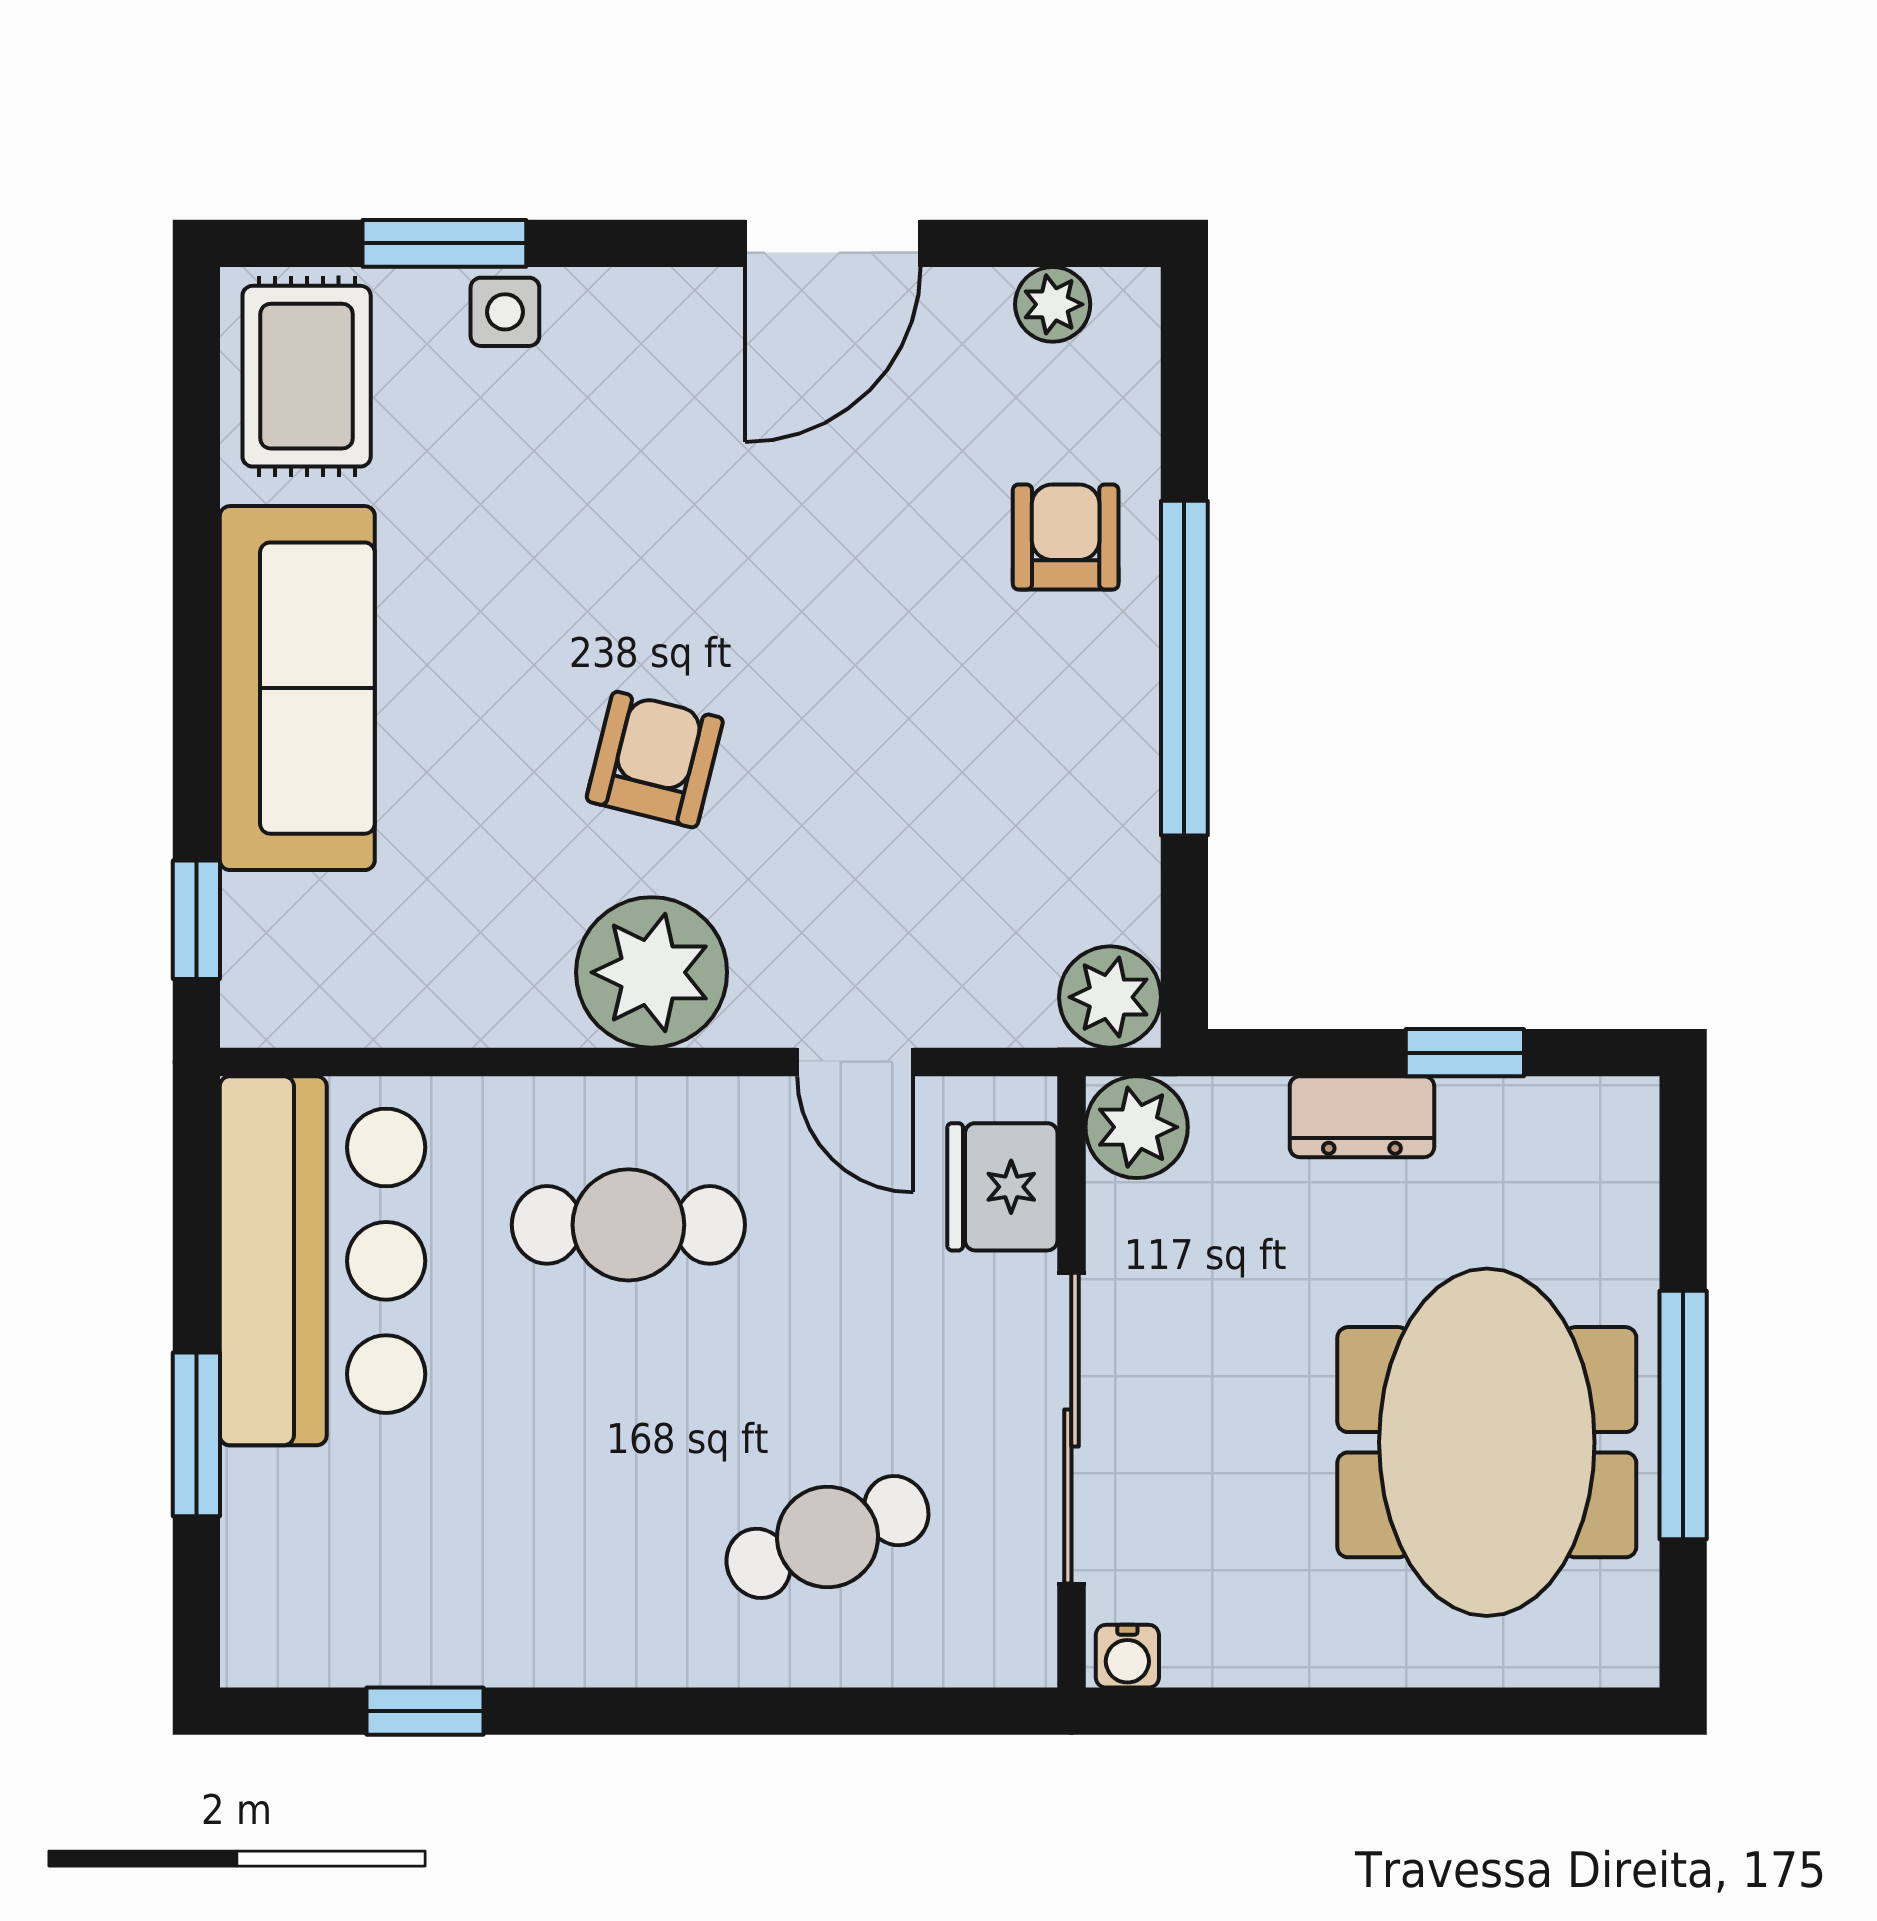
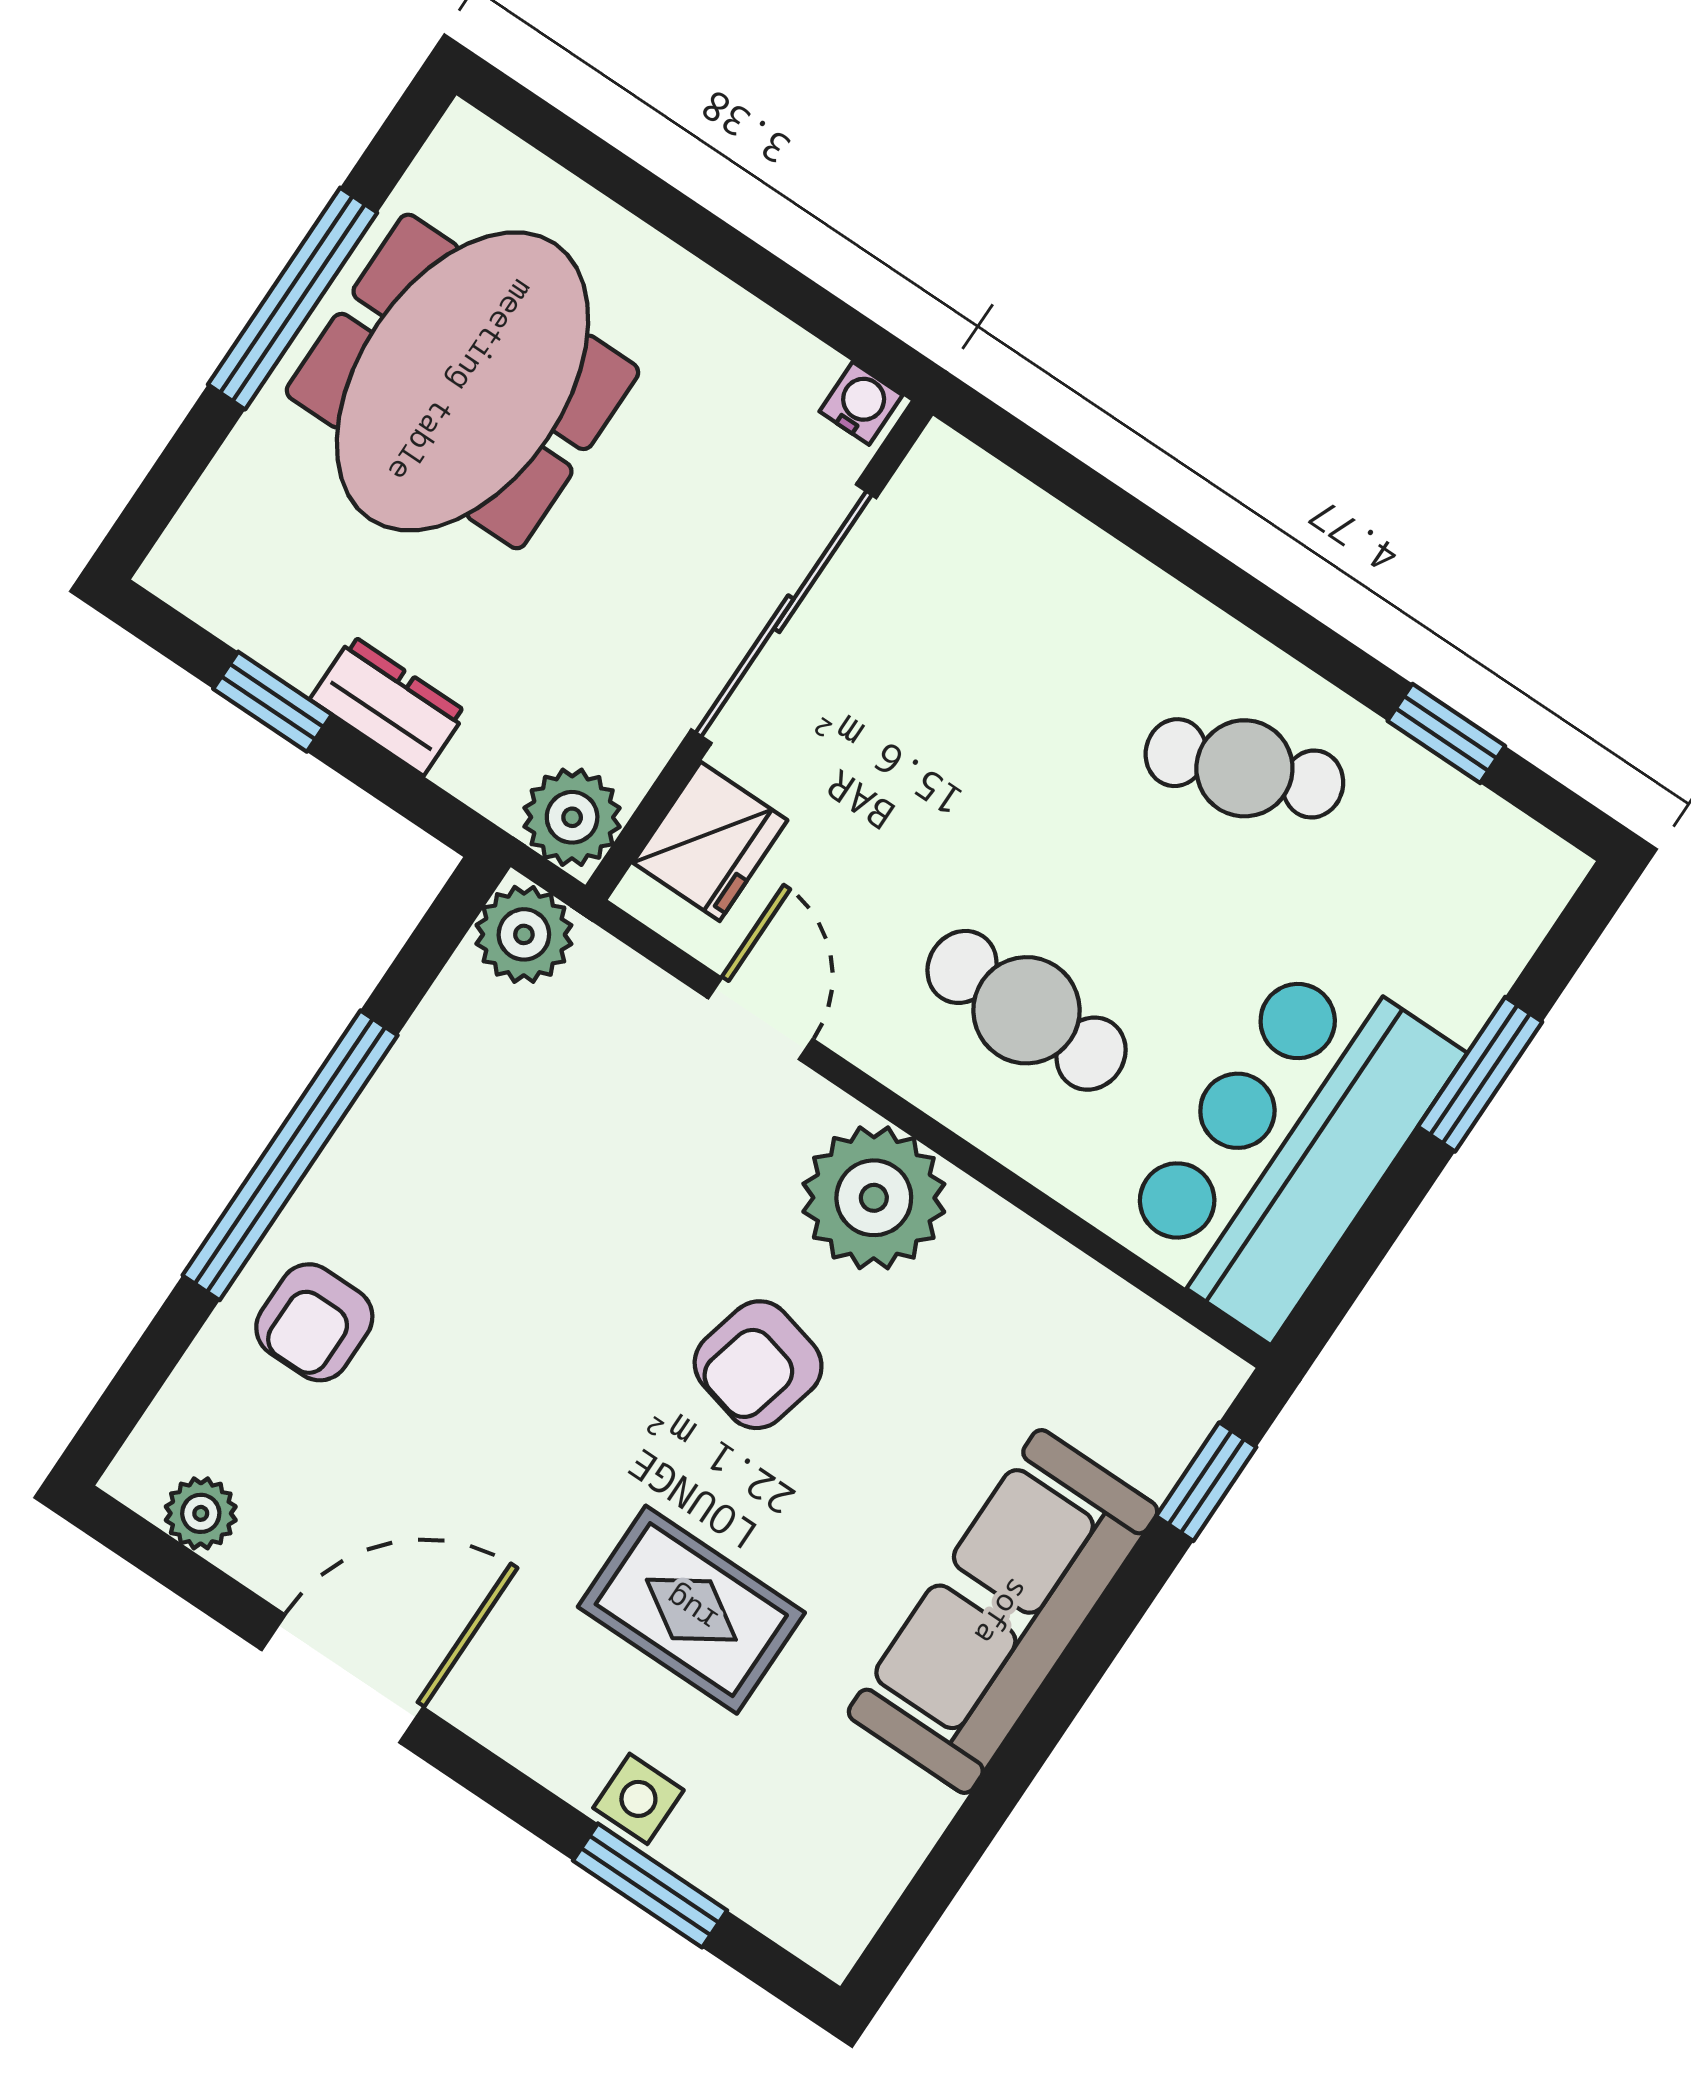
rug: (307, 376) -> (691, 1610), moved, turned 90
cafe table: (827, 1537) -> (1244, 768), moved

